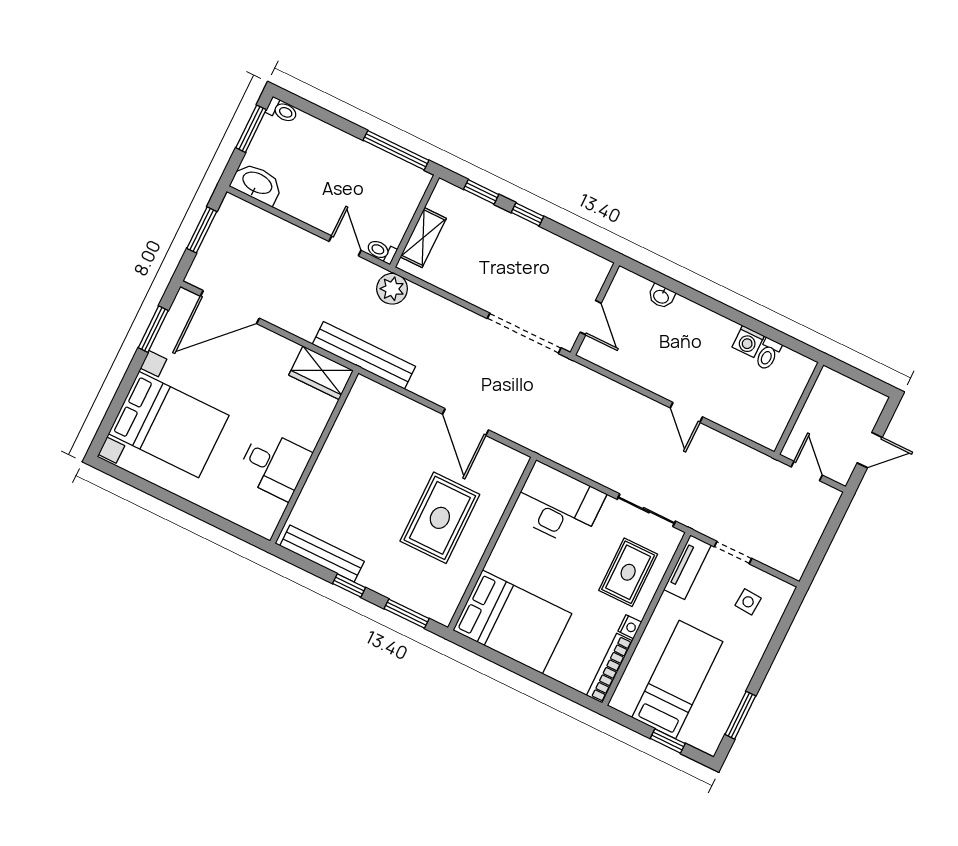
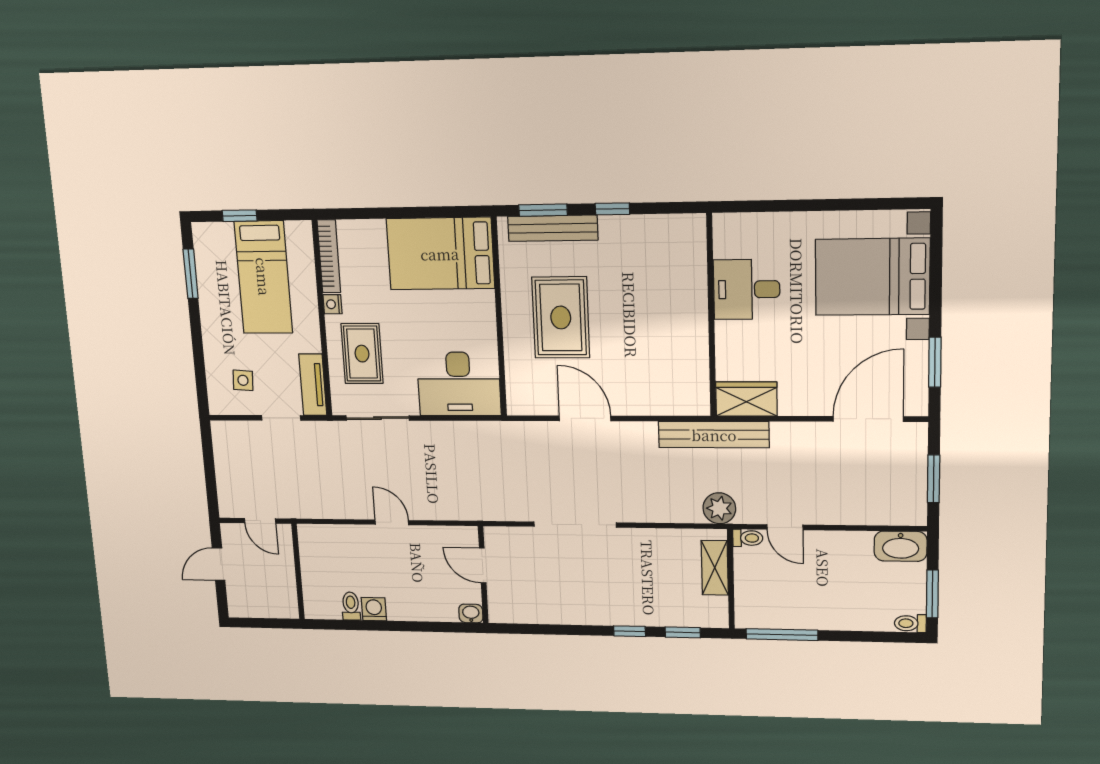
wall: (595, 309) -> (483, 575), moved
door: (591, 318) -> (483, 565), moved
bench: (322, 554) -> (553, 228), moved

